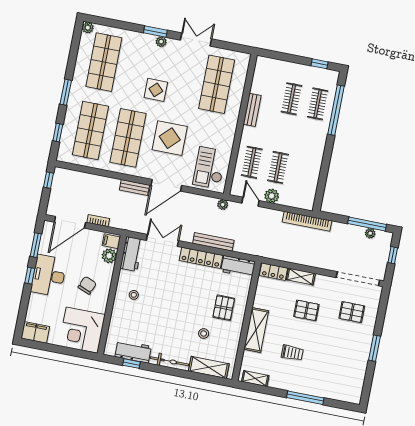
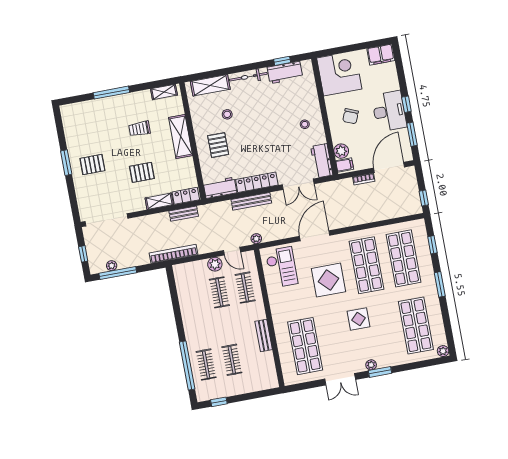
bench: (134, 187) -> (184, 214), moved
pallet: (352, 312) -> (92, 164), moved

